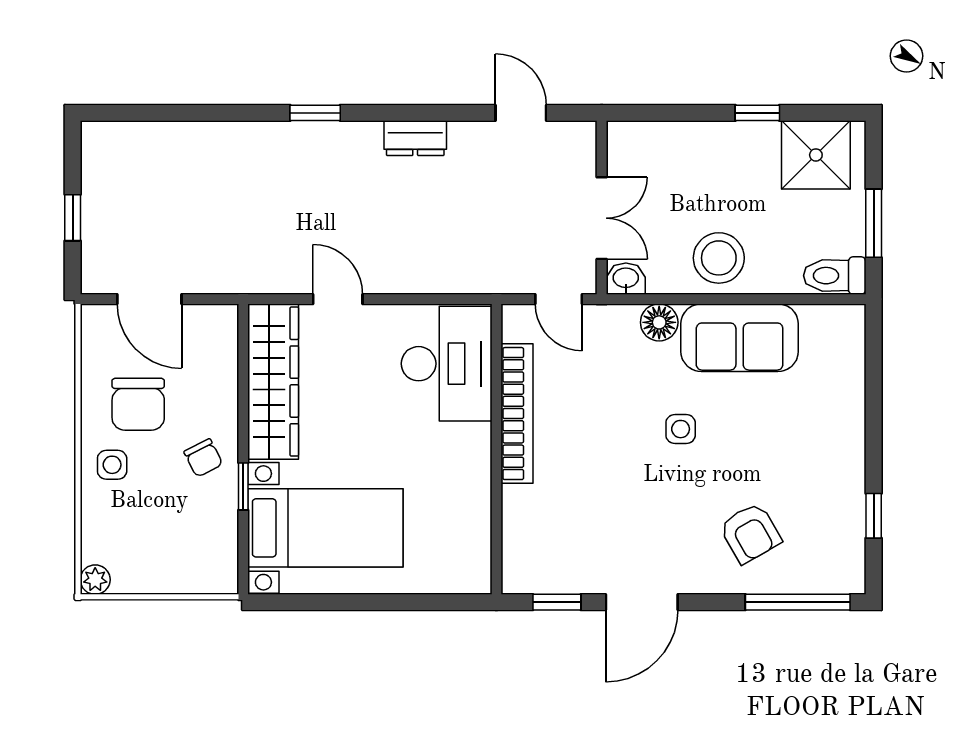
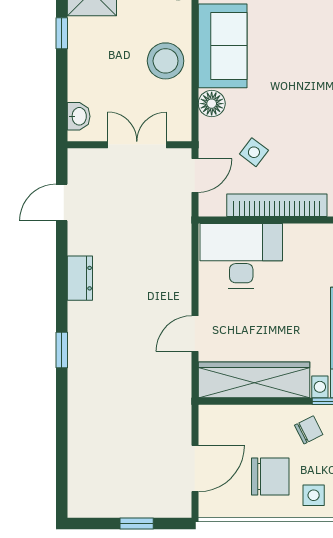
washbasin: (626, 279) -> (79, 116), moved, turned 180
side table: (681, 429) -> (254, 152), moved, turned 37

